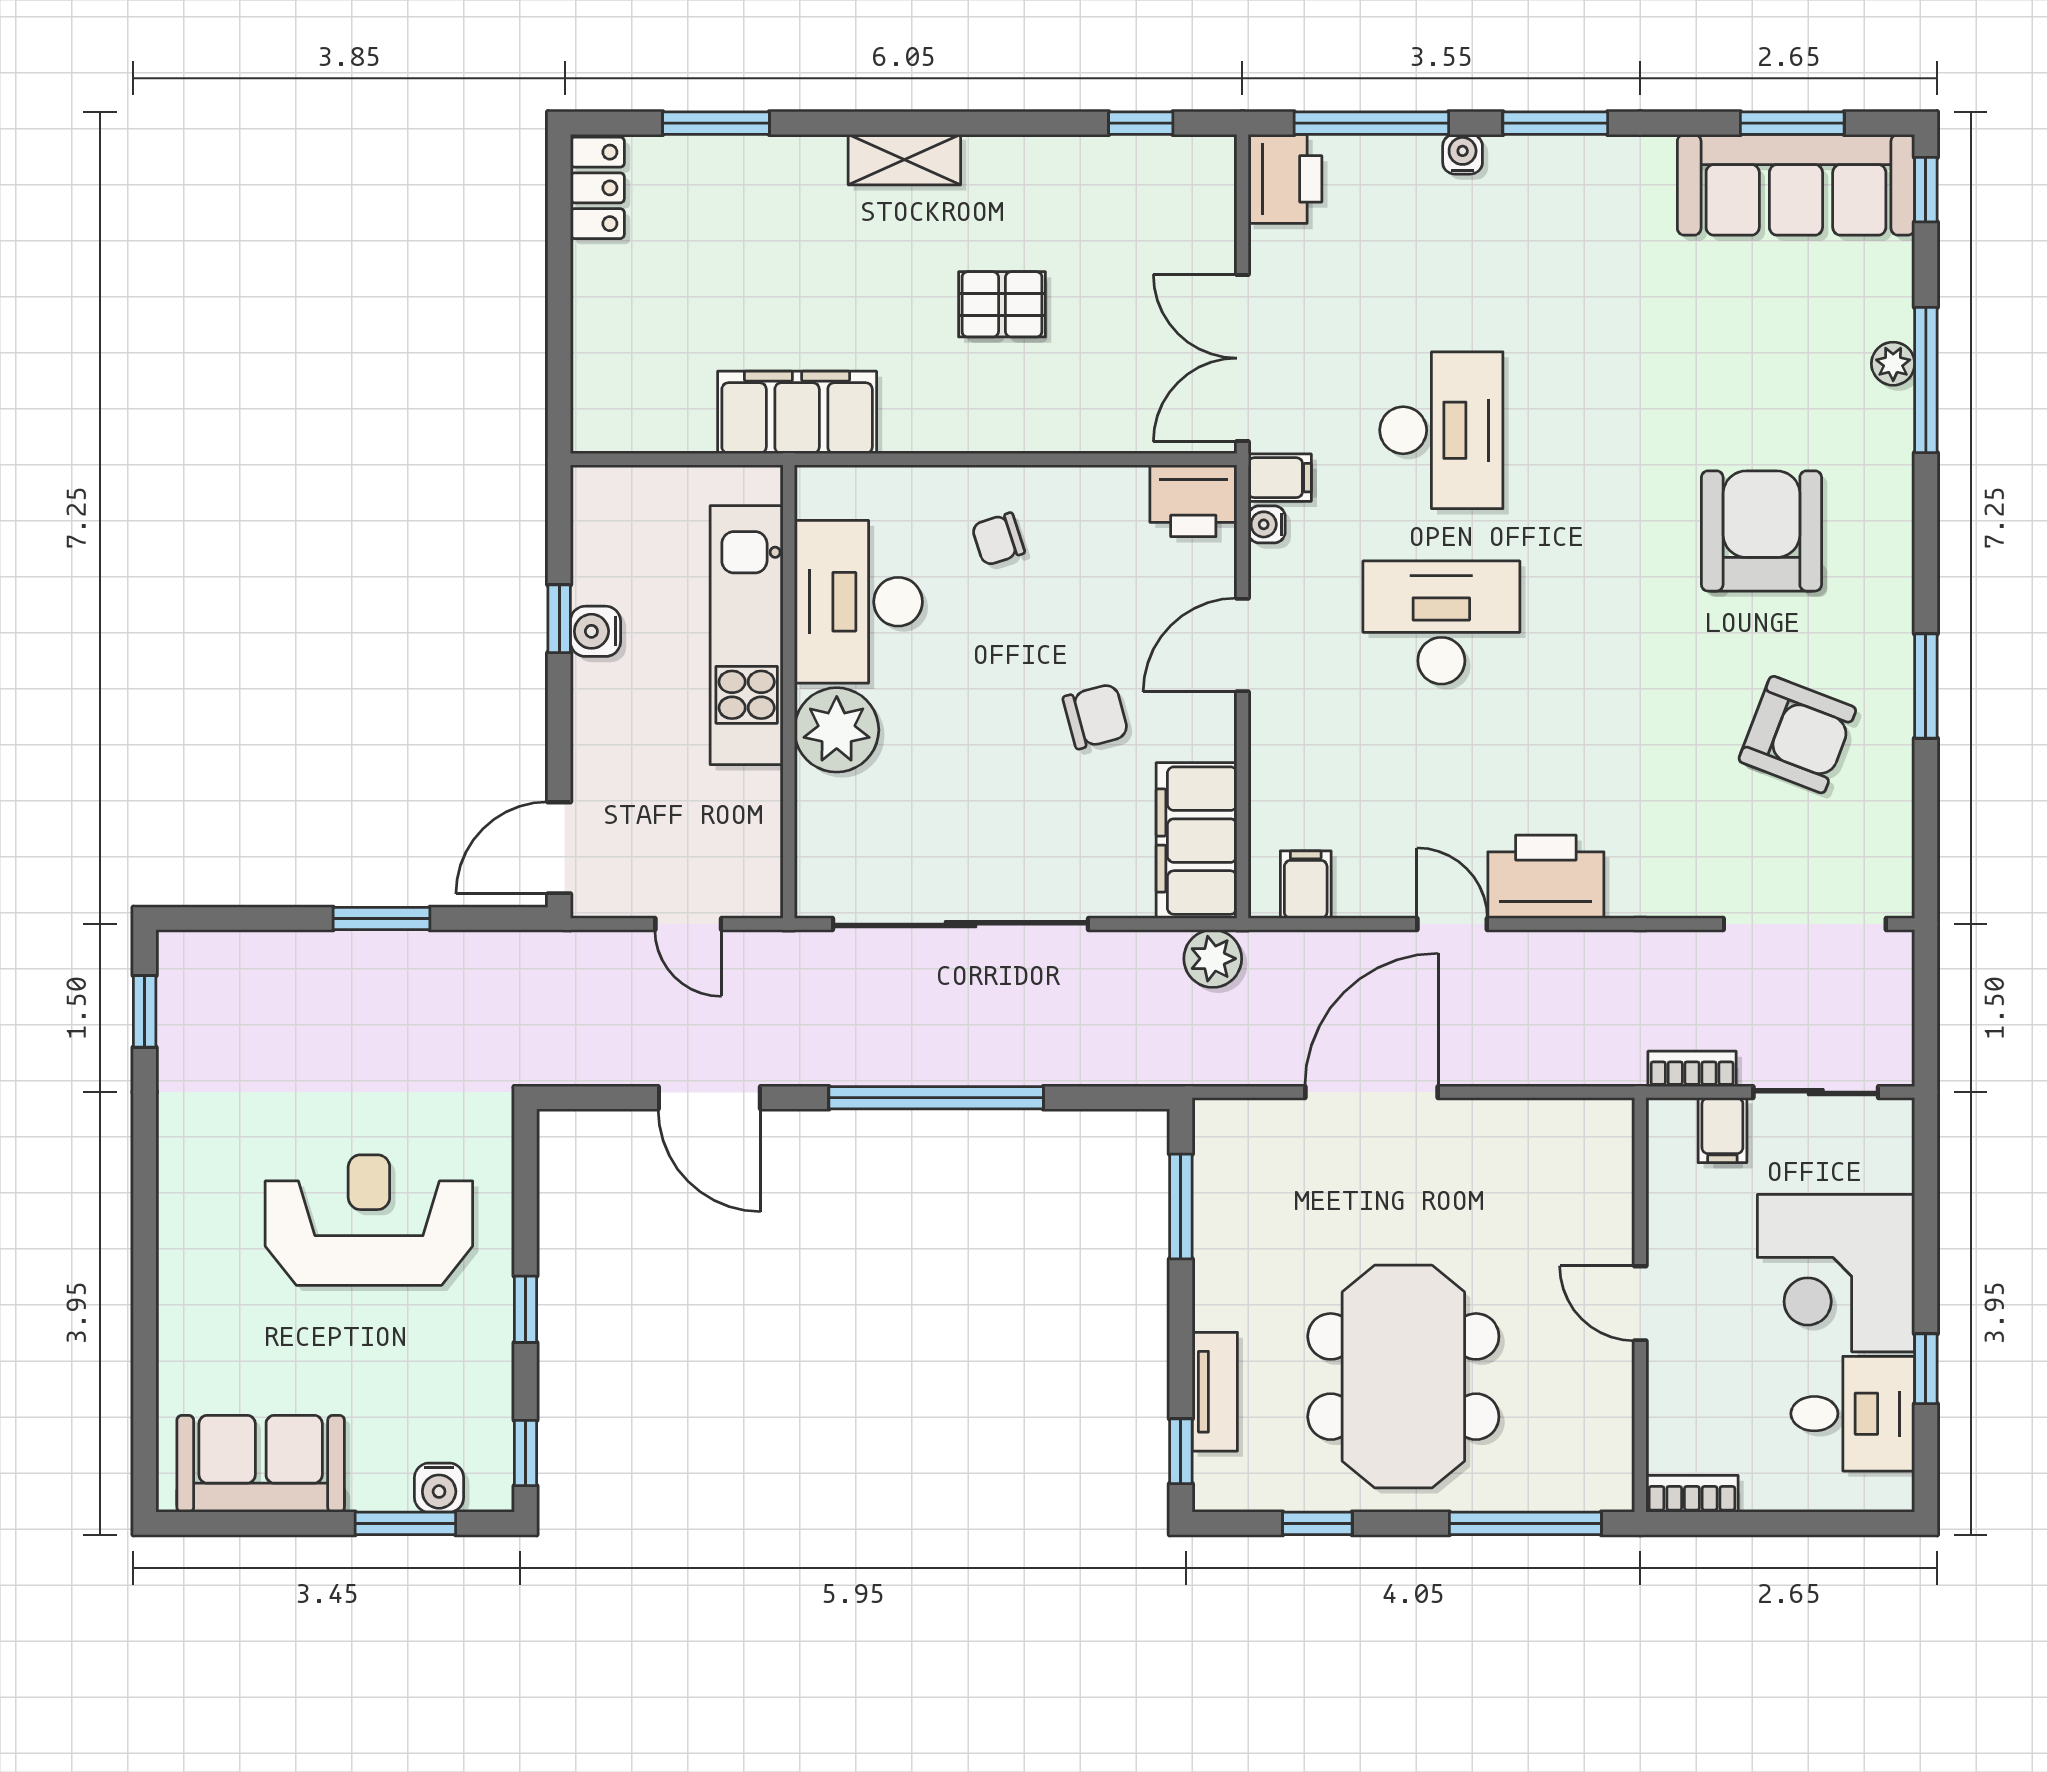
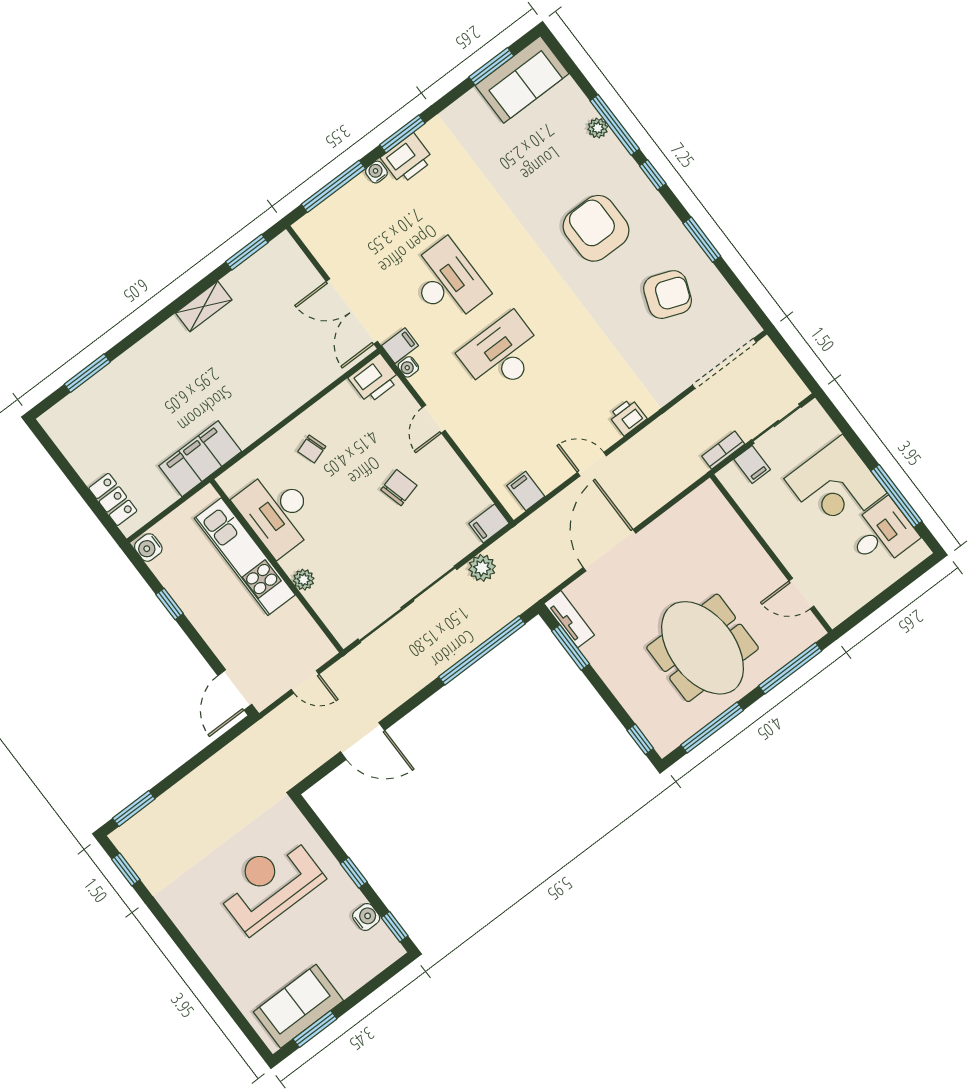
window: (1141, 123) -> (247, 252), width x1.50
shelving: (904, 160) -> (204, 306), moved
printer: (1285, 179) -> (407, 159), moved, turned 90
sofa: (1796, 185) -> (522, 80), width x0.73
locker: (597, 188) -> (113, 499), moved
window: (1926, 190) -> (653, 175), moved
pallet: (1002, 304) -> (246, 360), removed
water cooler: (595, 631) -> (148, 548), moved
door: (1242, 645) -> (434, 419), width x0.73
plant: (837, 730) -> (304, 580), width x0.53, depth x0.53
filing cabinet: (1196, 841) -> (489, 523), width x0.33, depth x0.86
printer: (1546, 877) -> (628, 417), width x0.53, depth x0.68
window: (381, 918) -> (134, 809), moved
plant: (1213, 959) -> (482, 568), moved
window: (936, 1098) -> (482, 650), moved
door: (1640, 1303) -> (801, 593), moved
window: (1926, 1369) -> (896, 496), width x2.17
tv unit: (1215, 1392) -> (569, 619), moved
water cooler: (439, 1488) -> (366, 917), moved, turned -90
bookcase: (1692, 1494) -> (844, 610), removed
window: (405, 1523) -> (315, 1029), moved
window: (1317, 1523) -> (712, 728), width x2.17

